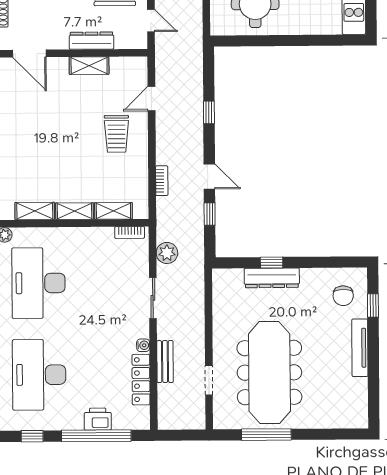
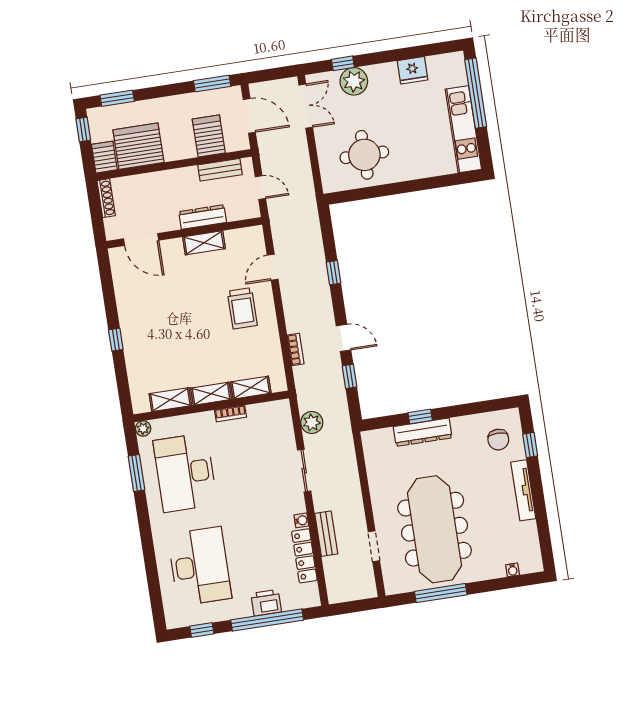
bookcase: (130, 233) -> (231, 413), moved
desk: (39, 375) -> (200, 566), turned 180
water cooler: (338, 423) -> (513, 570), added

